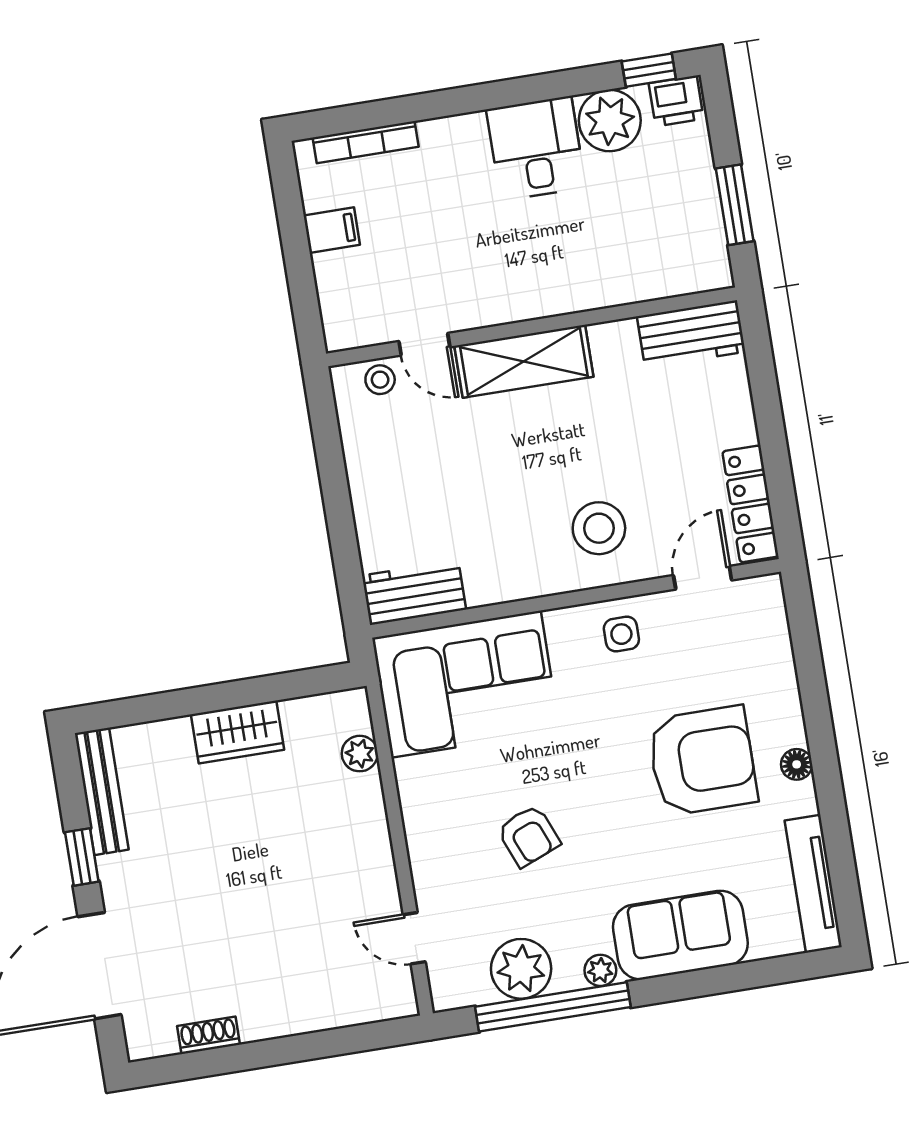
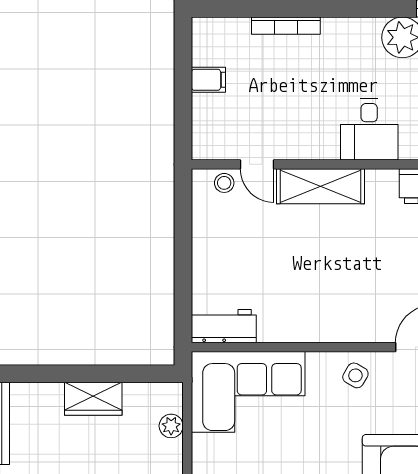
bookcase: (366, 142) -> (286, 26), moved
desk: (536, 148) -> (369, 129), moved, turned 180
stool: (599, 528) -> (352, 304), removed
side table: (621, 634) -> (355, 375), turned 30

